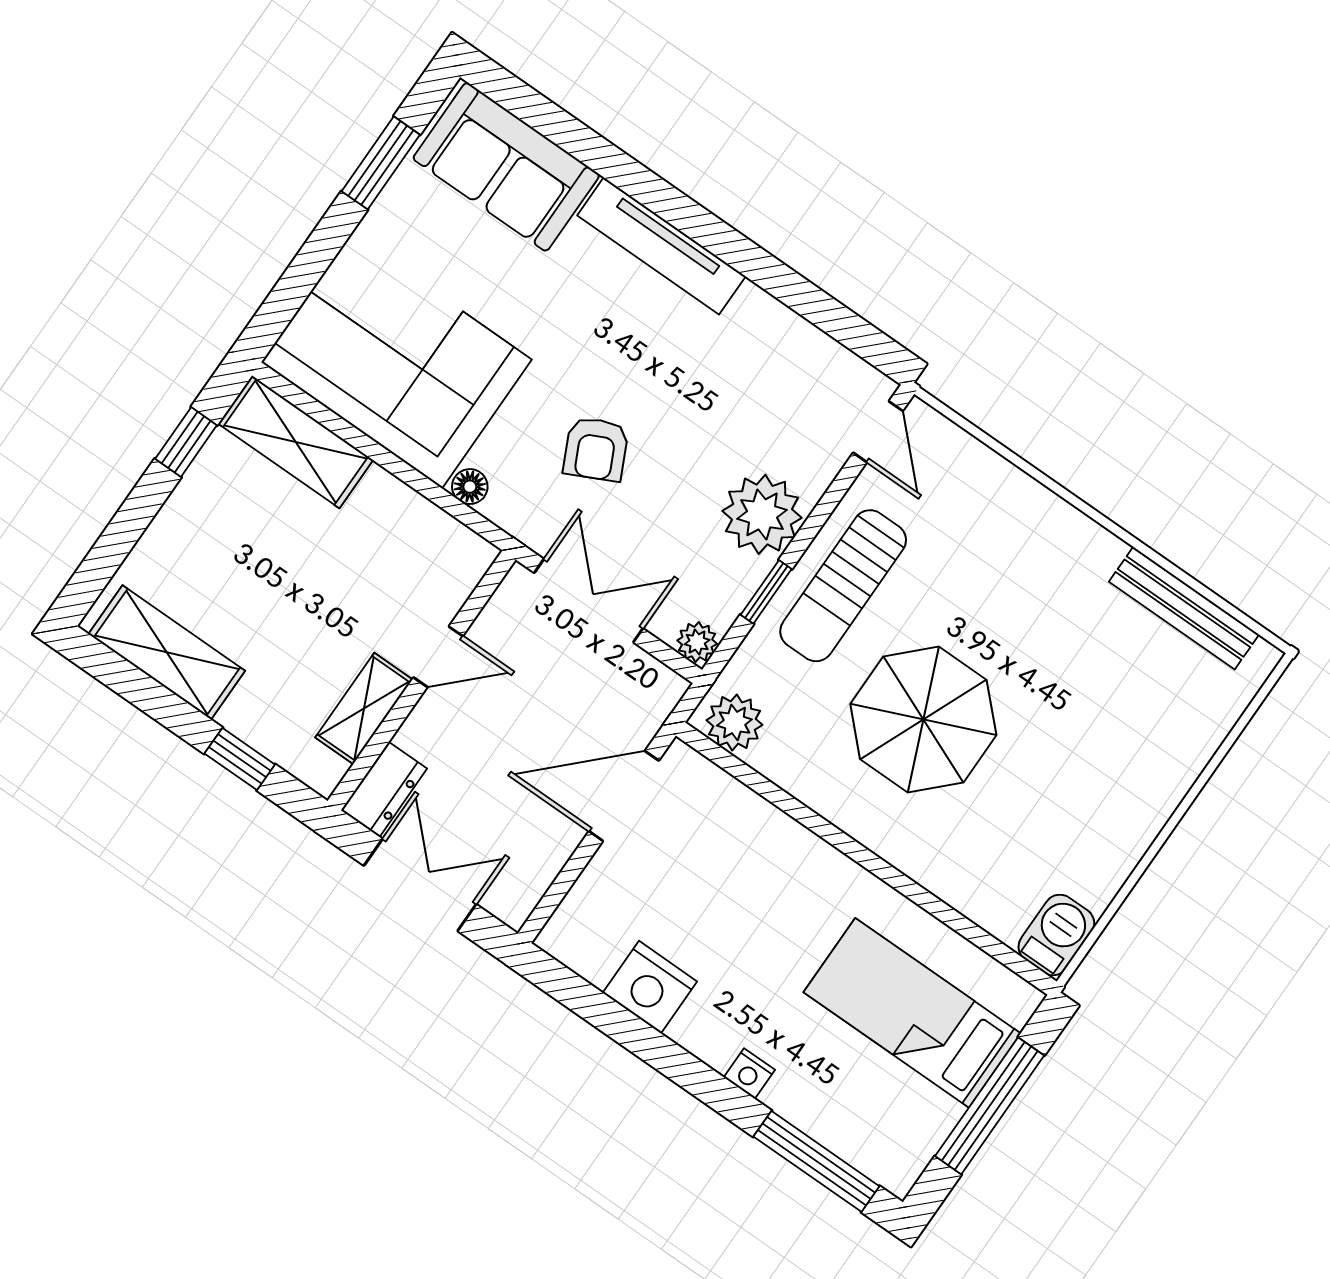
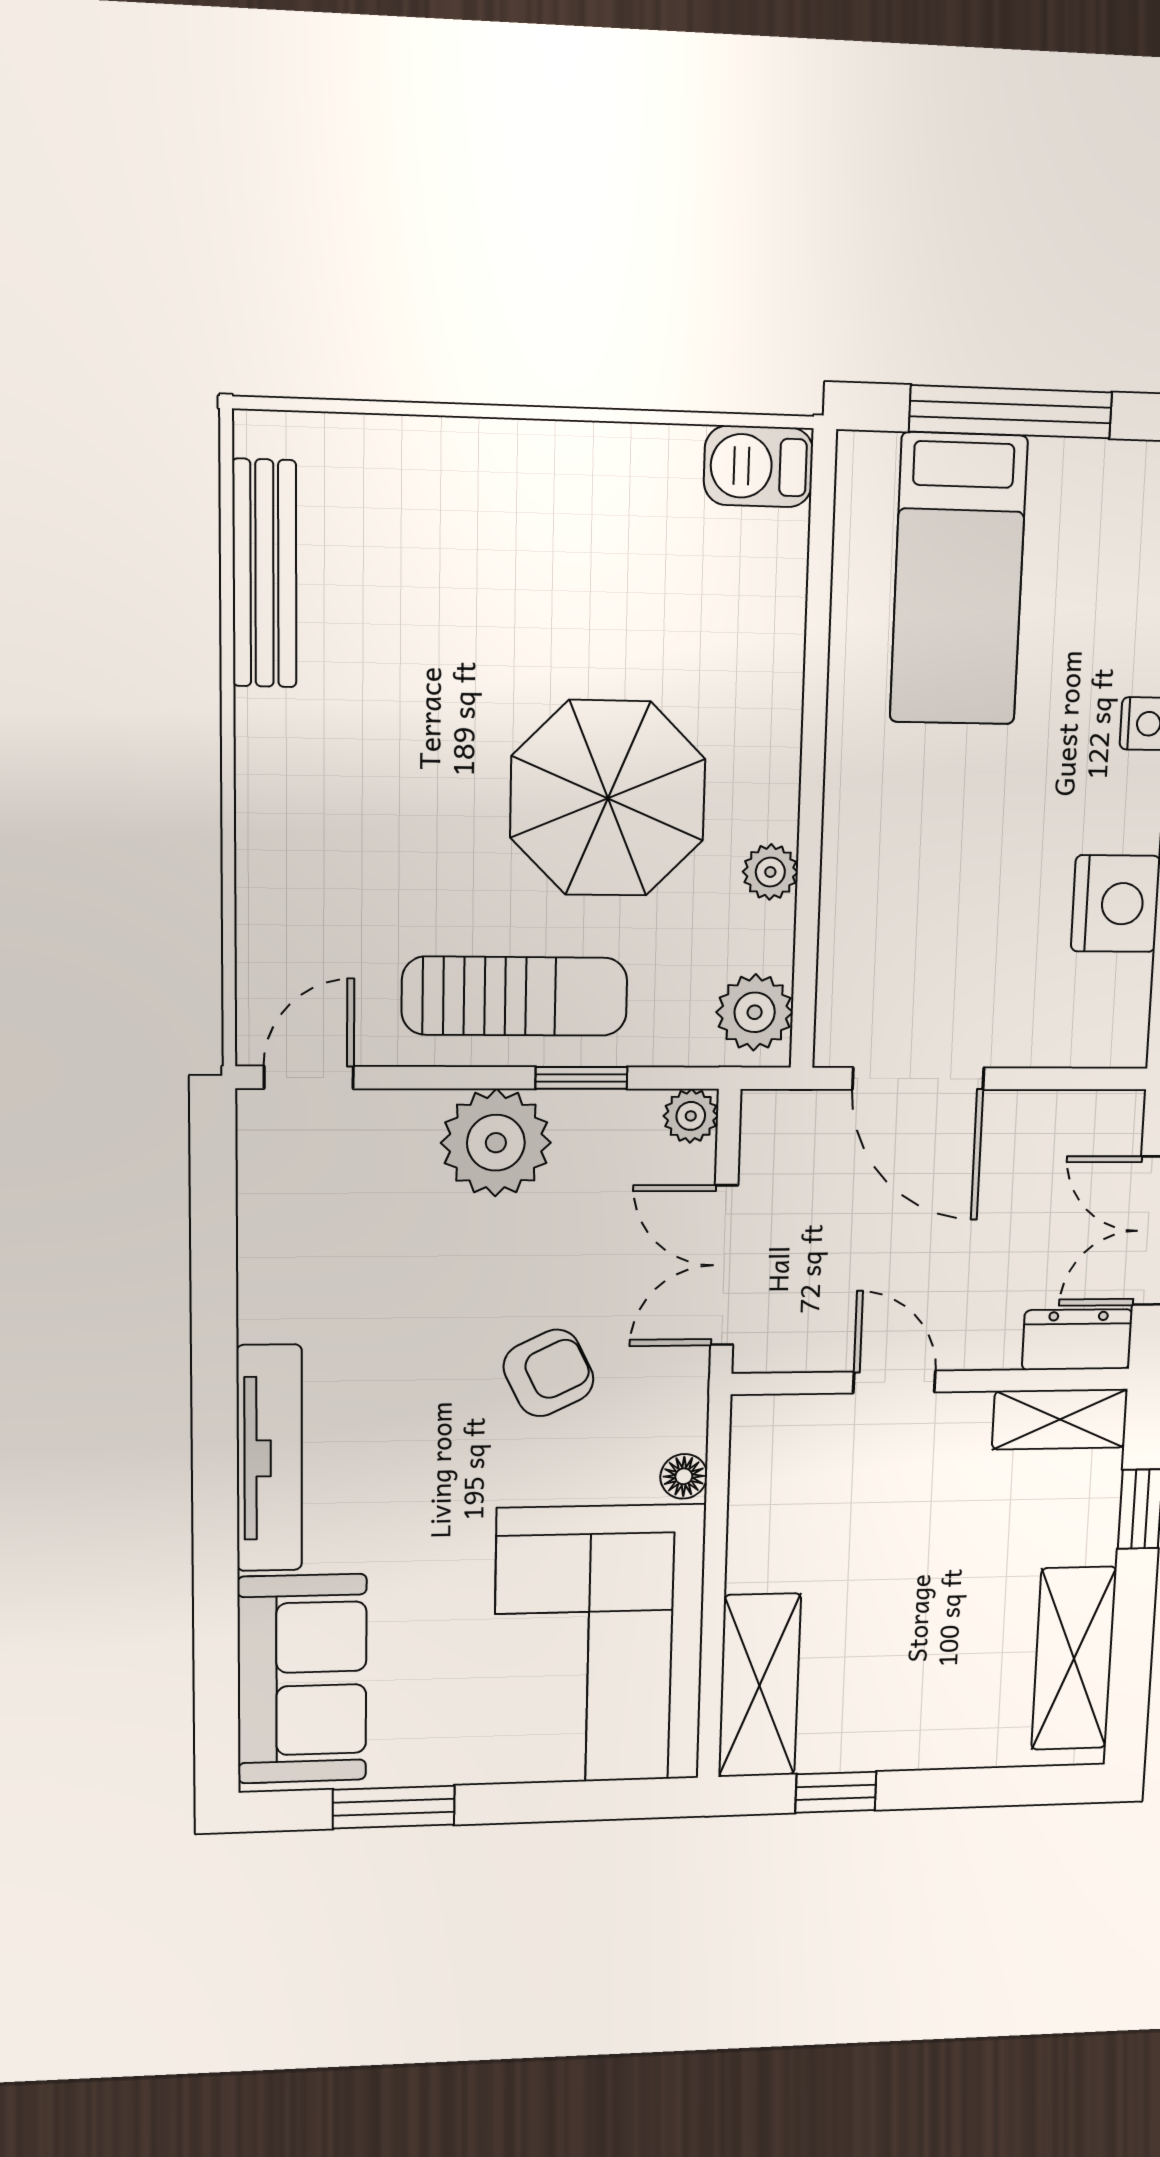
shelving: (364, 709) -> (1060, 1419), moved
plant: (814, 788) -> (770, 872), added

